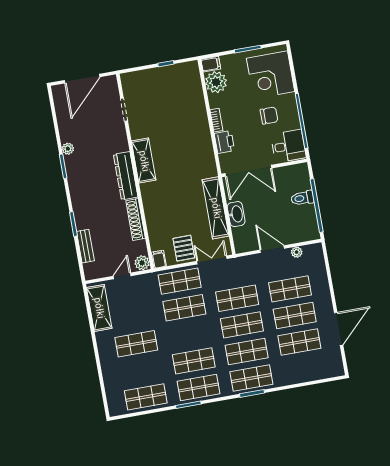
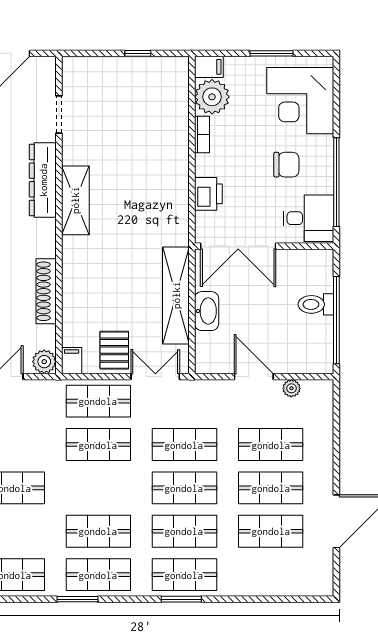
bookcase: (216, 120) -> (202, 134), moved
dresser: (126, 176) -> (43, 180), moved

